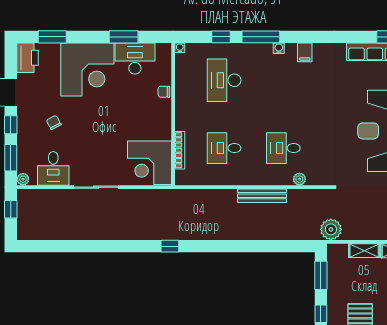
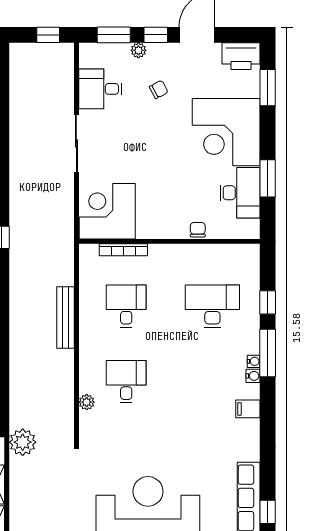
water cooler: (180, 48) -> (254, 361), moved
plant: (23, 179) -> (138, 50), moved
bench: (262, 196) -> (65, 318), moved

